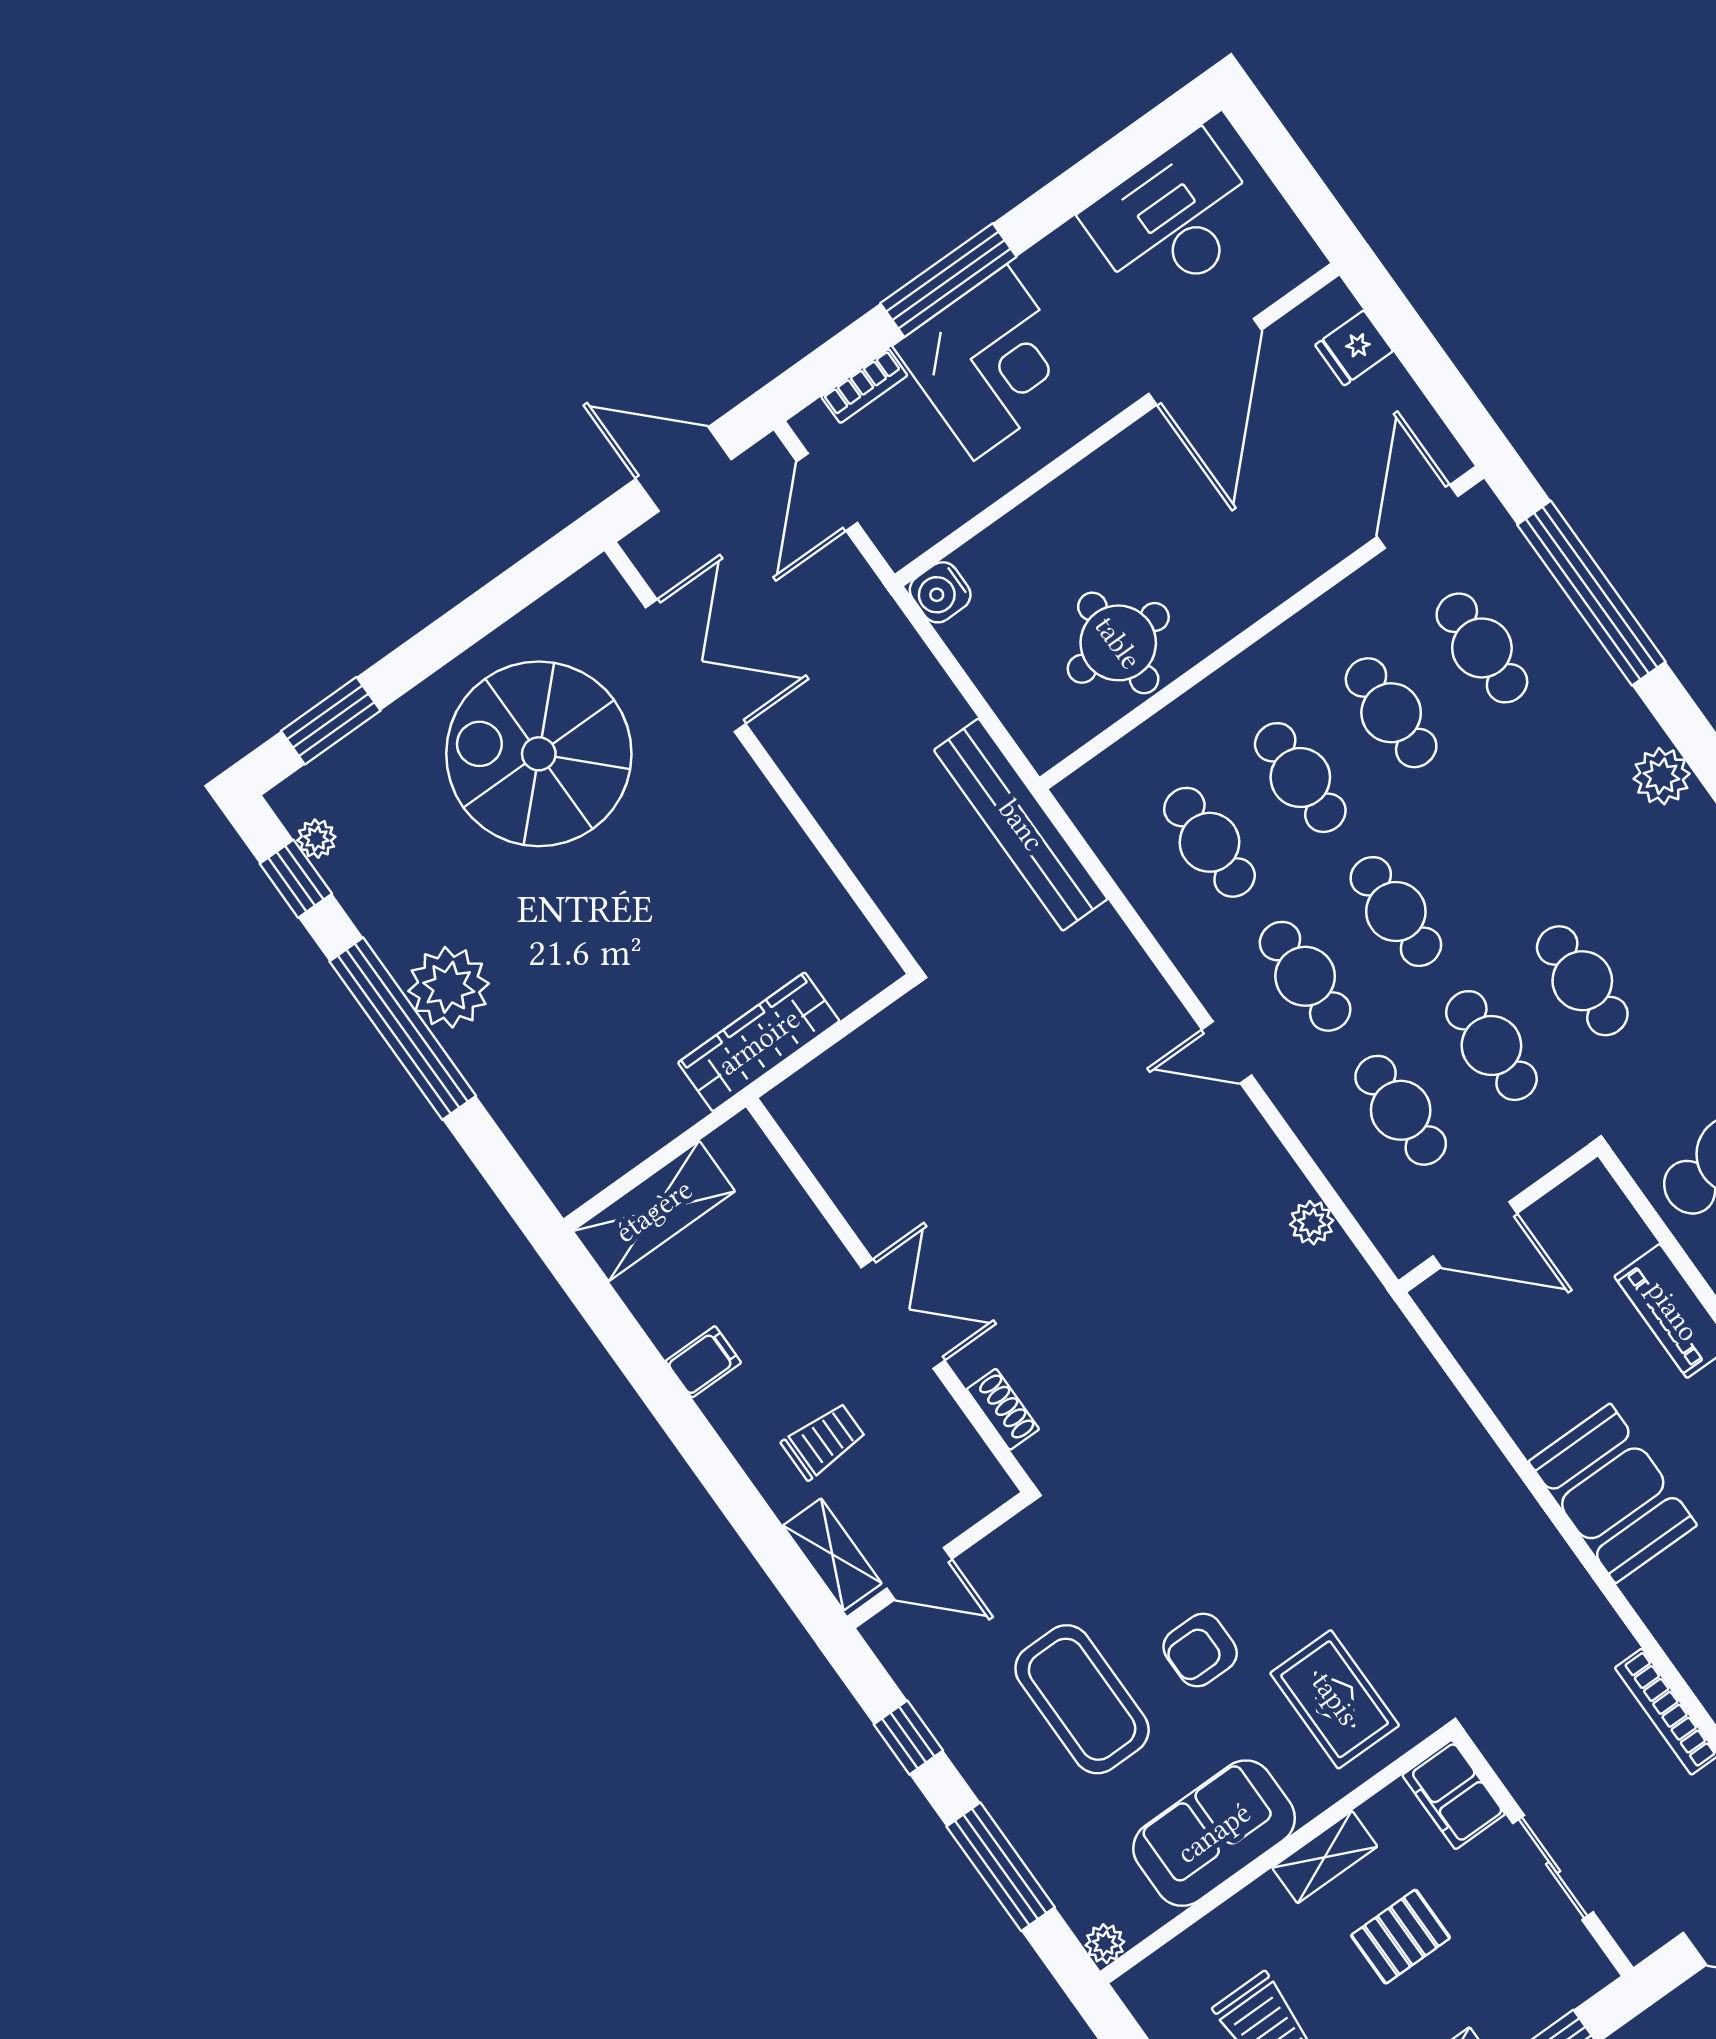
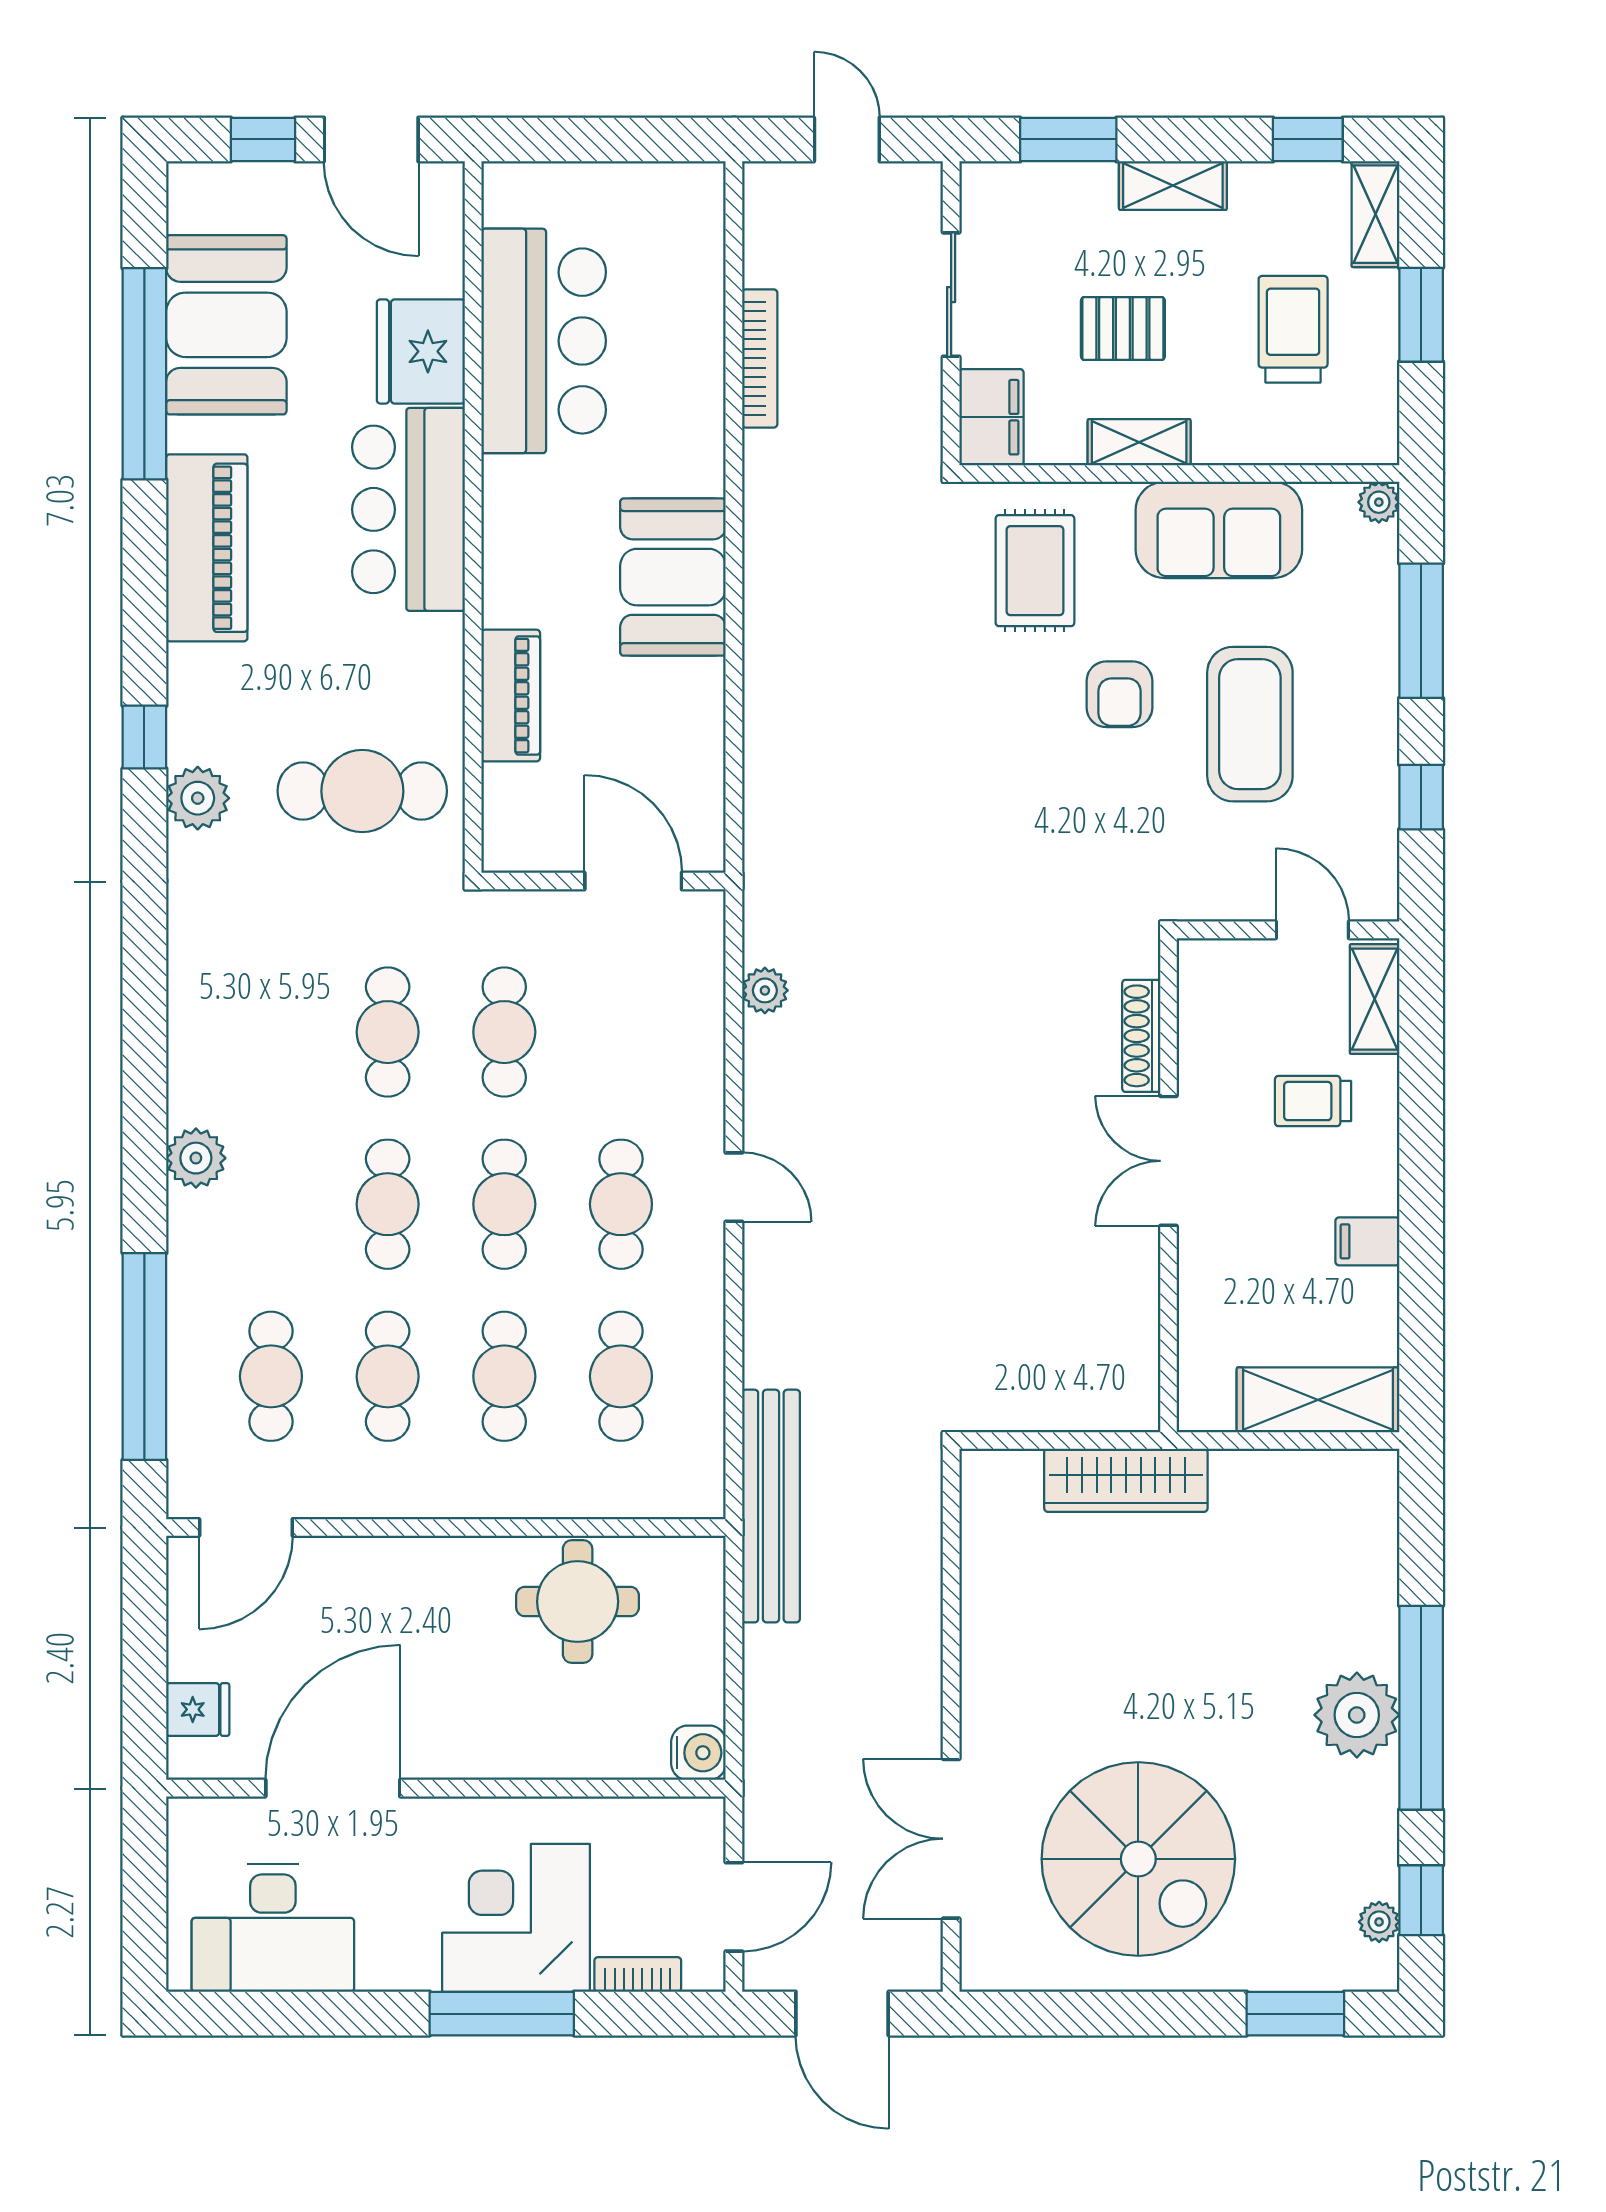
cafe table: (1401, 1110) -> (388, 1204), moved
shoe rack: (1003, 1409) -> (1141, 1036), width x1.43
armchair: (1200, 1650) -> (1119, 694), turned 90

